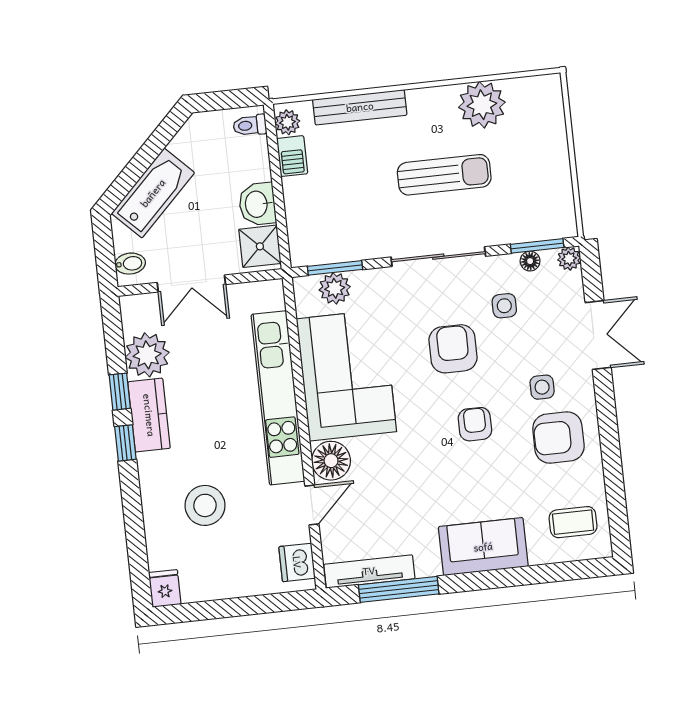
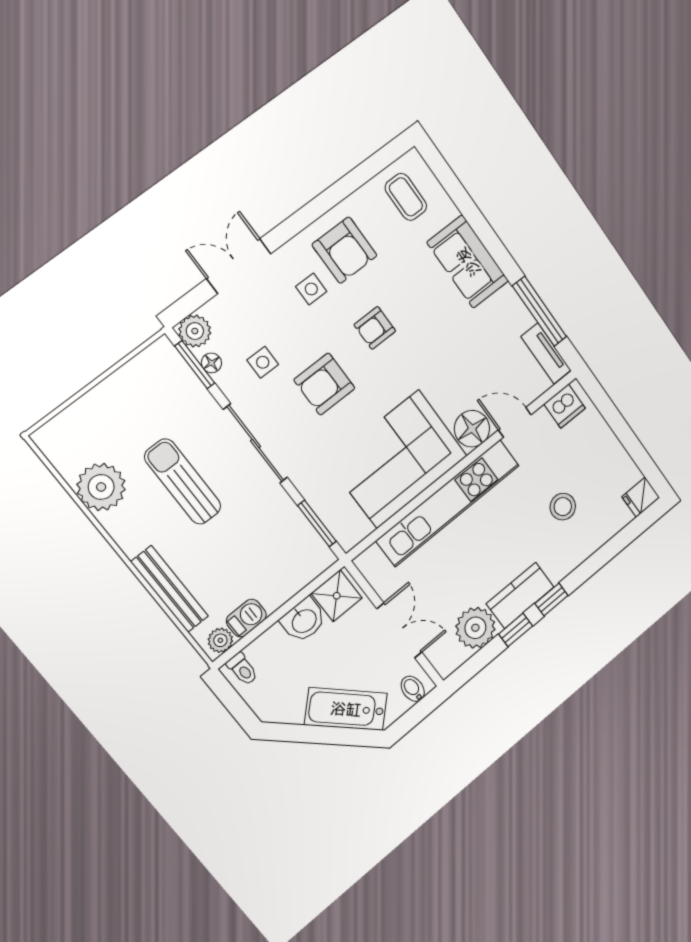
plant: (569, 259) -> (195, 331), width x1.38, depth x1.38
plant: (335, 288) -> (334, 513), removed
stool: (205, 505) -> (563, 507), width x0.73, depth x0.73
tv unit: (369, 571) -> (546, 353), width x0.71

